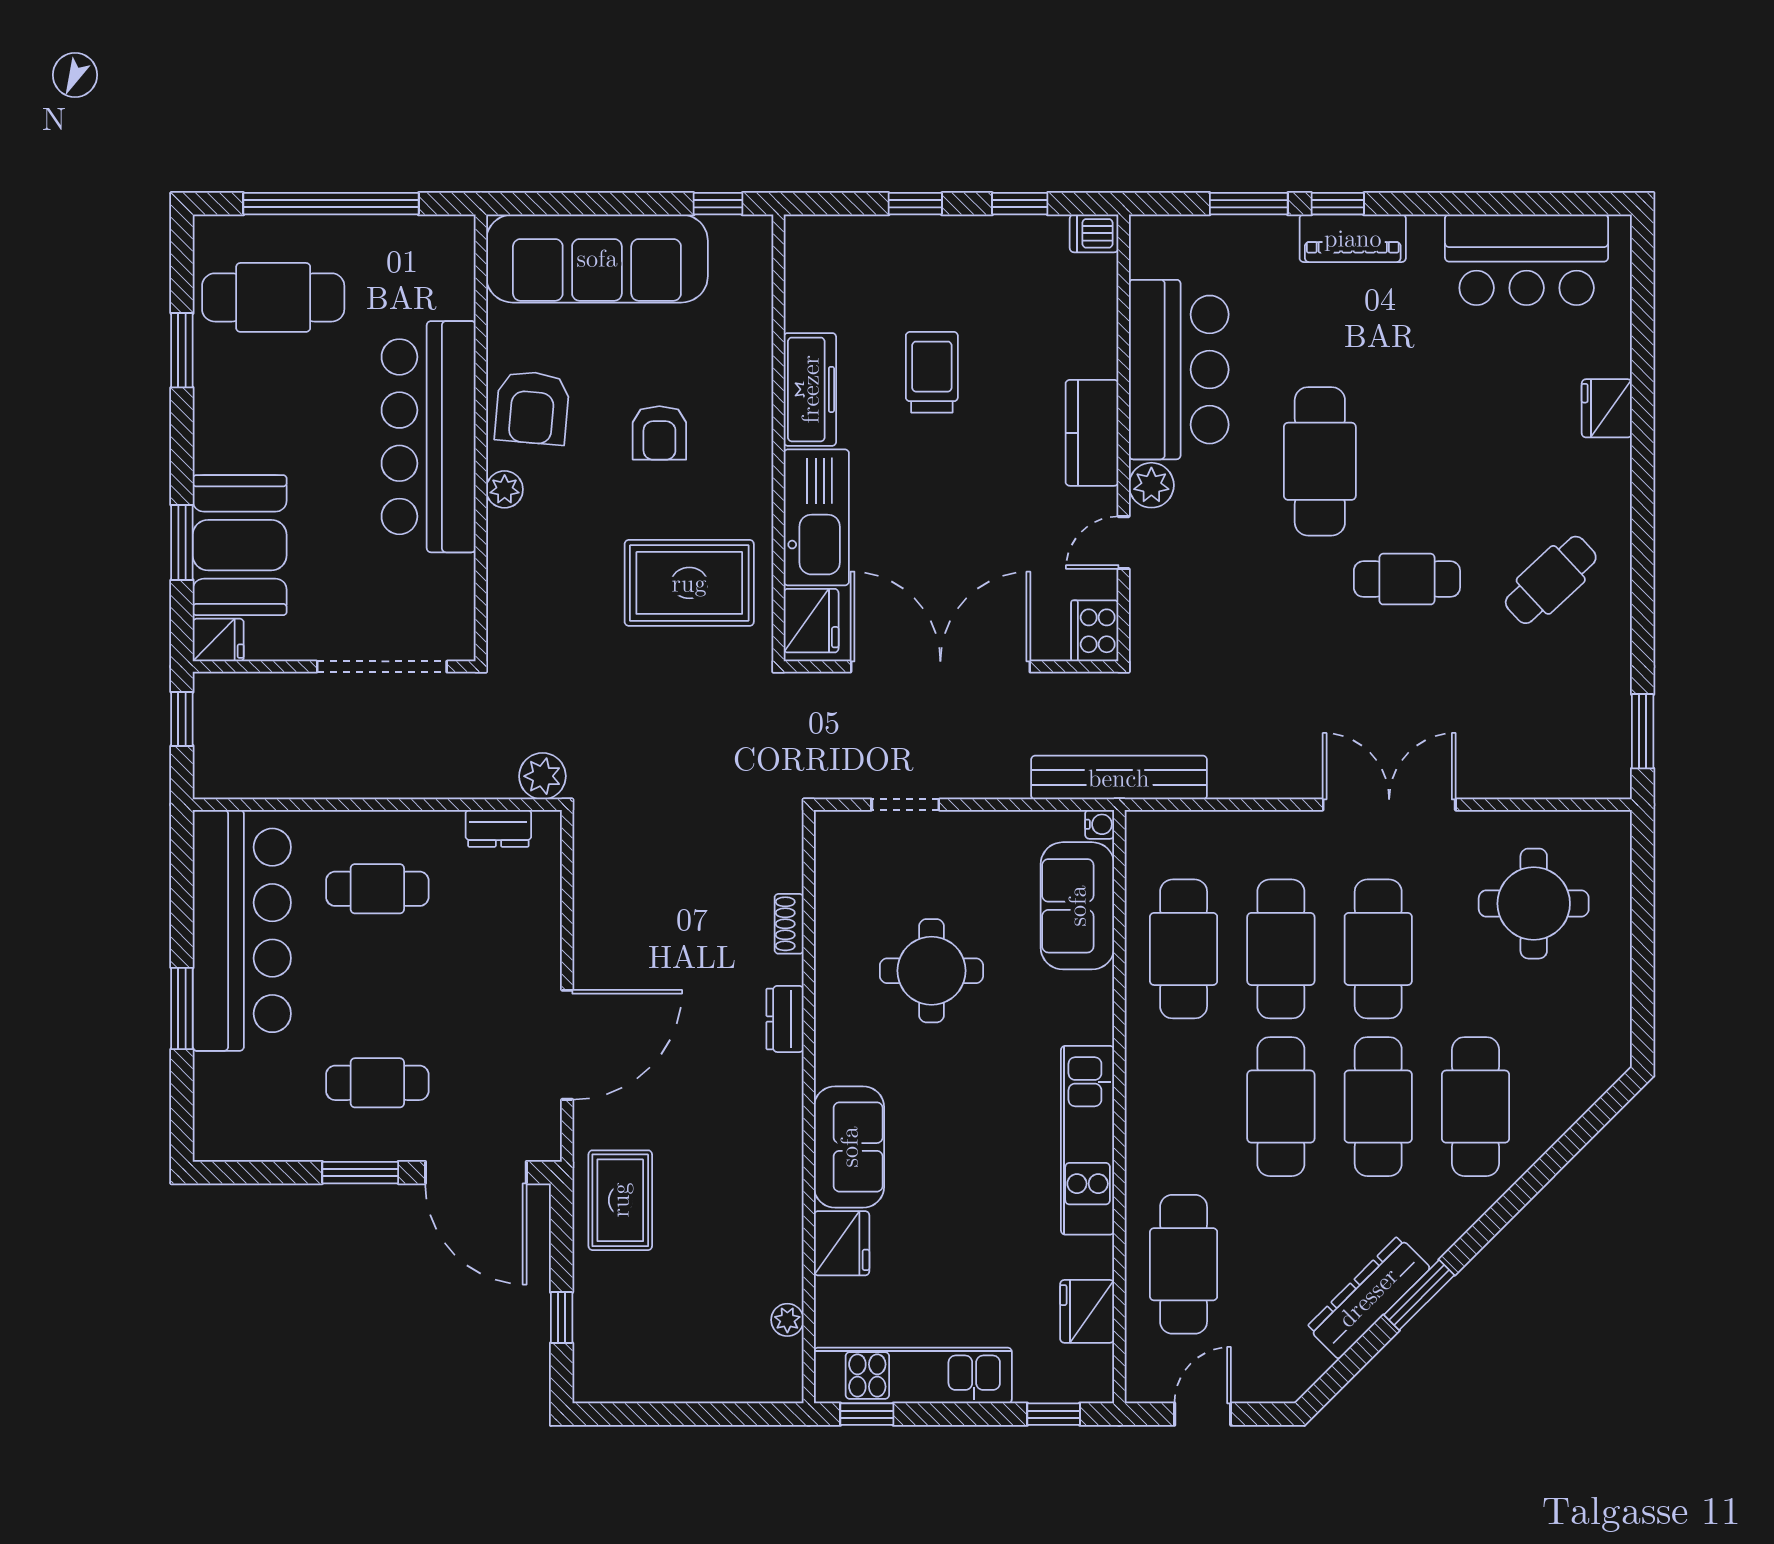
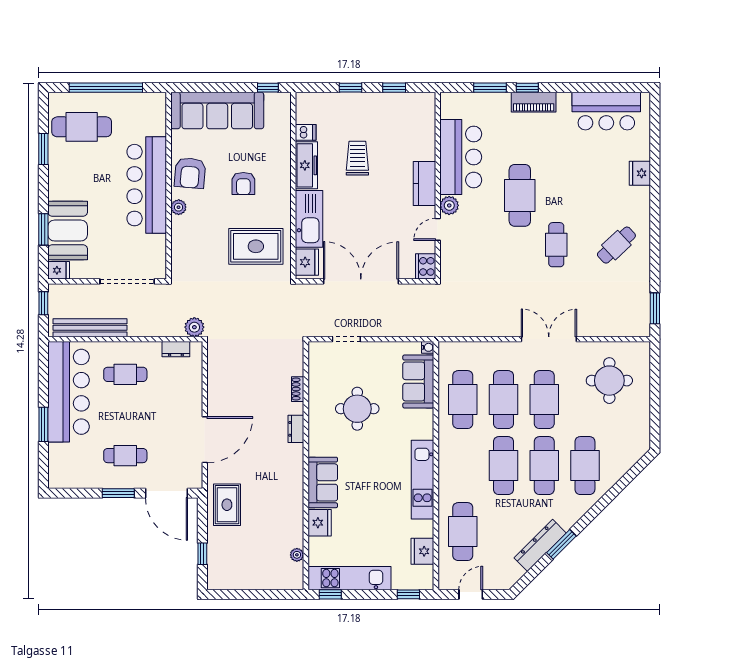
dishwasher: (1094, 233) -> (306, 132), moved, turned 180
cafe table: (1407, 579) -> (556, 245), turned 90
bench: (1119, 778) -> (90, 328), moved

